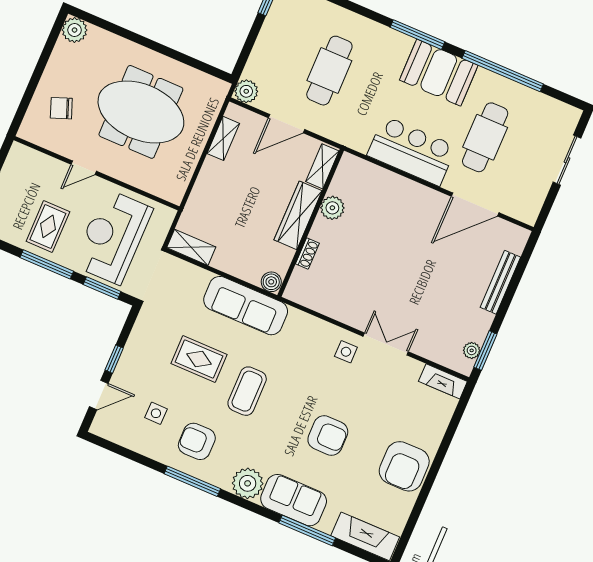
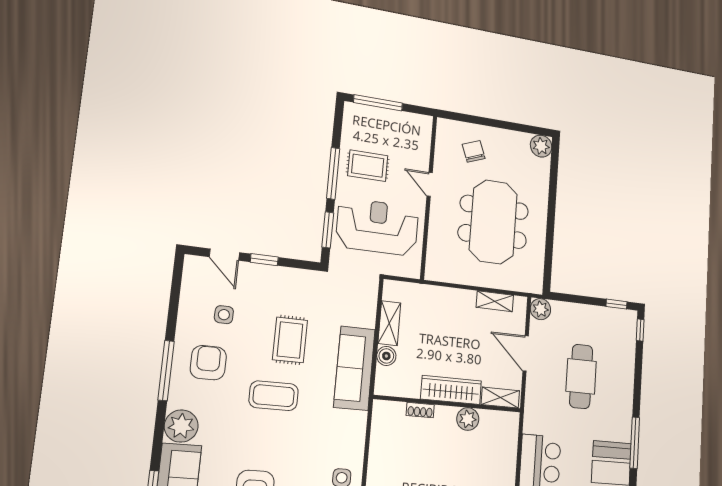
cafe table: (329, 71) -> (581, 376), turned 90
shelving: (191, 247) -> (389, 323), moved
boiler: (271, 282) -> (386, 356), moved

